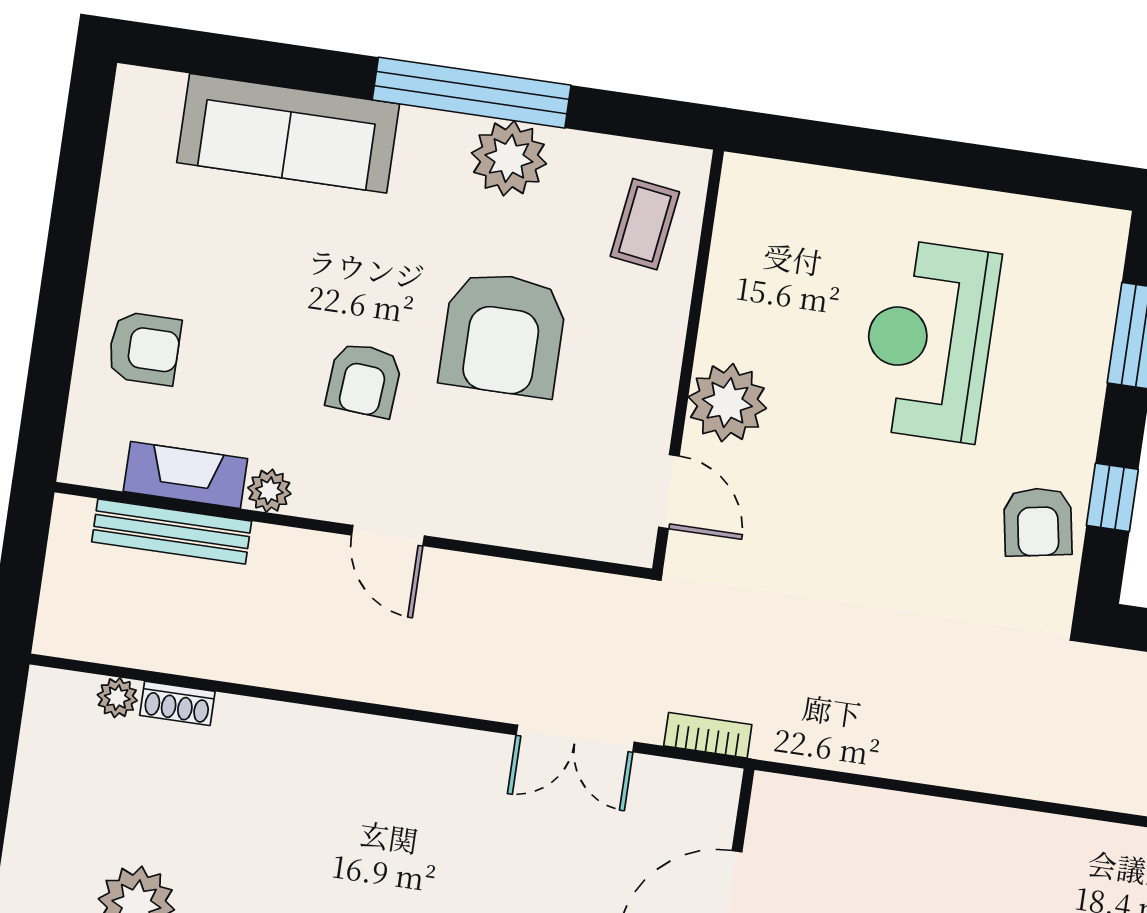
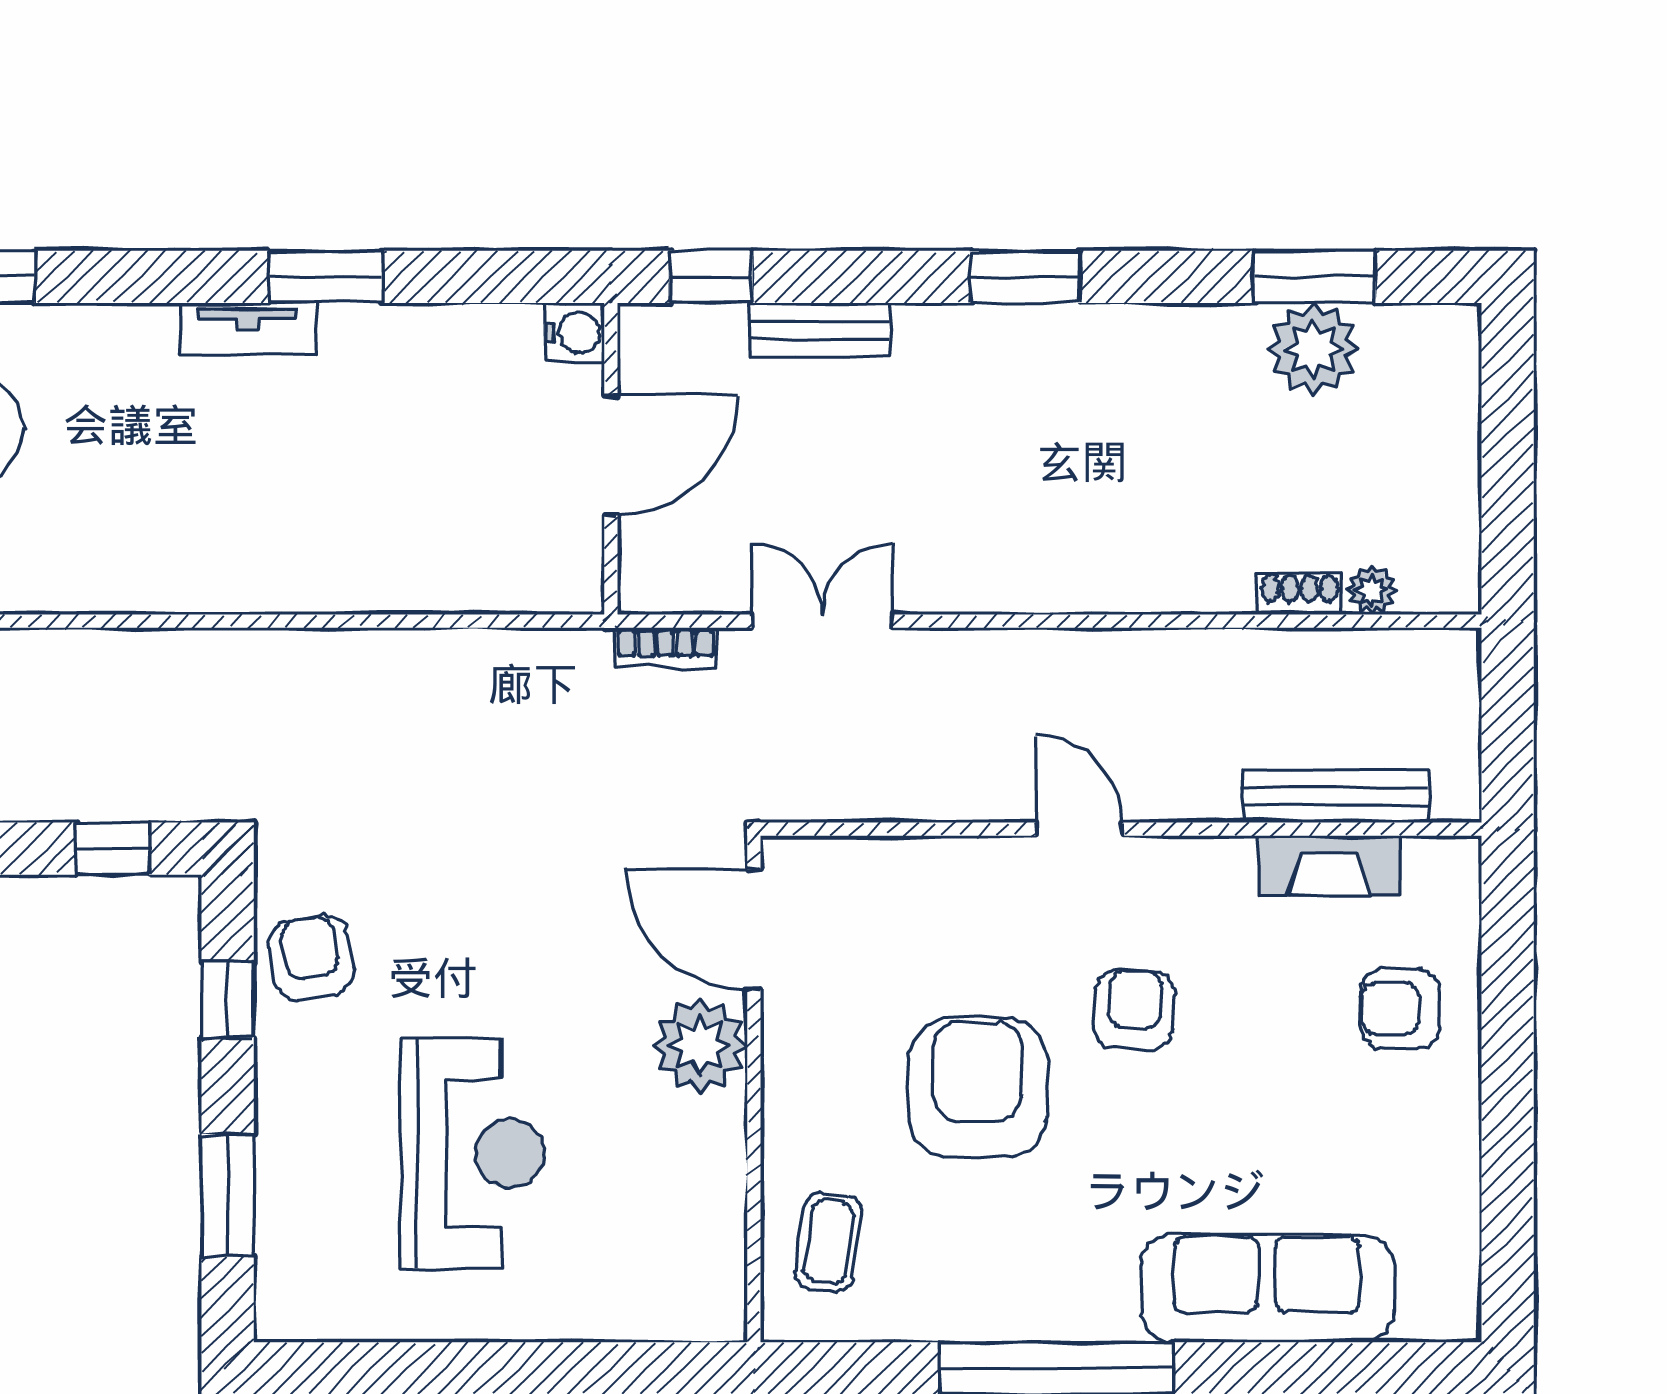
plant: (509, 158) -> (1001, 1297), removed
plant: (269, 491) -> (1227, 862), removed
door: (669, 492) -> (754, 930), width x1.37

